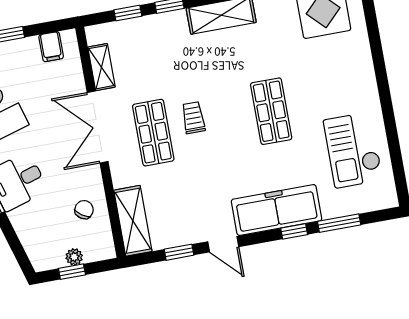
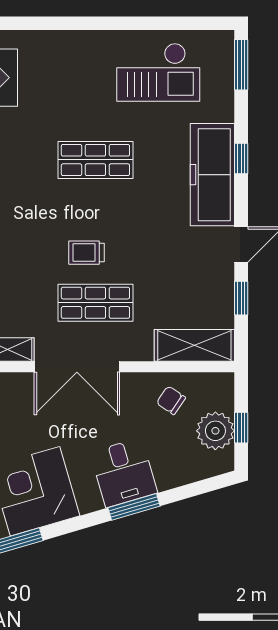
window: (339, 223) -> (241, 65), moved
plant: (74, 257) -> (215, 431), width x1.88, depth x1.88

